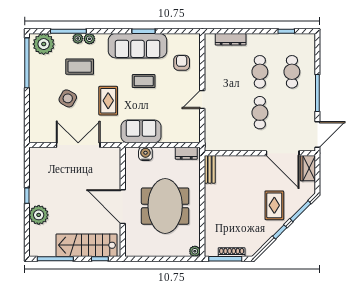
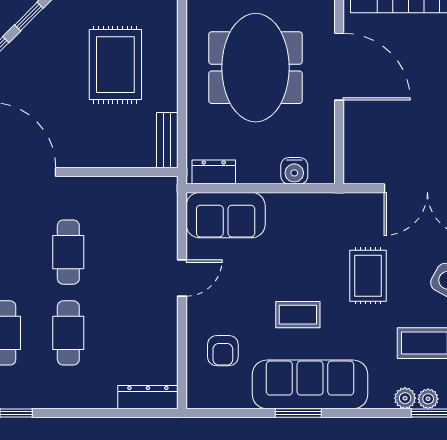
dresser: (231, 39) -> (148, 397), moved
sofa: (141, 131) -> (226, 215), moved
rug: (274, 205) -> (115, 65), moved, width x1.36, depth x1.43

